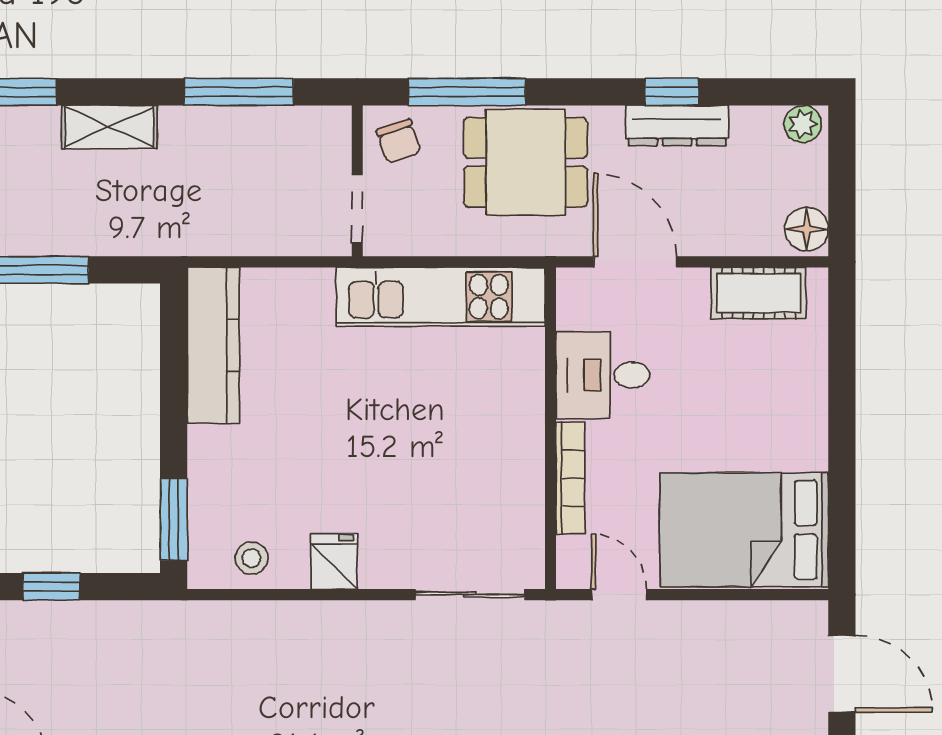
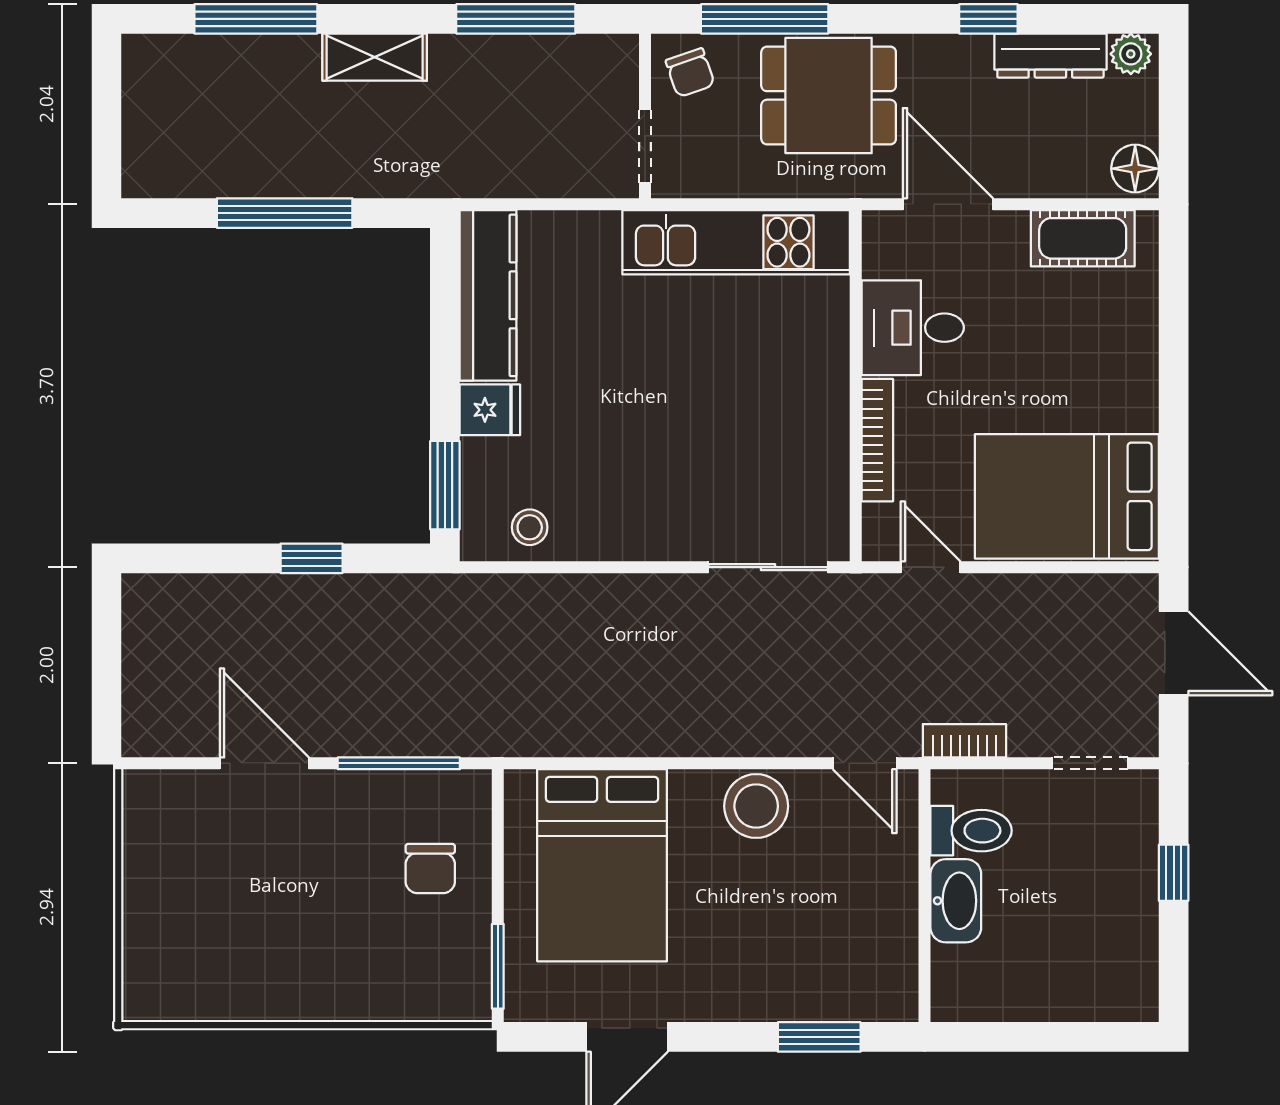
dresser: (677, 125) -> (1050, 56), moved
fridge: (334, 562) -> (490, 410), moved, turned 90

